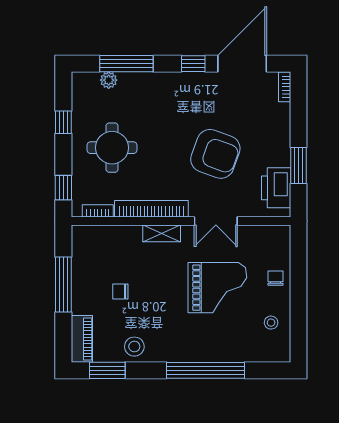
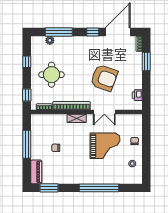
window: (298, 165) -> (146, 62), moved
printer: (276, 188) -> (137, 95), width x0.53, depth x0.68
stool: (134, 347) -> (63, 176), removed

